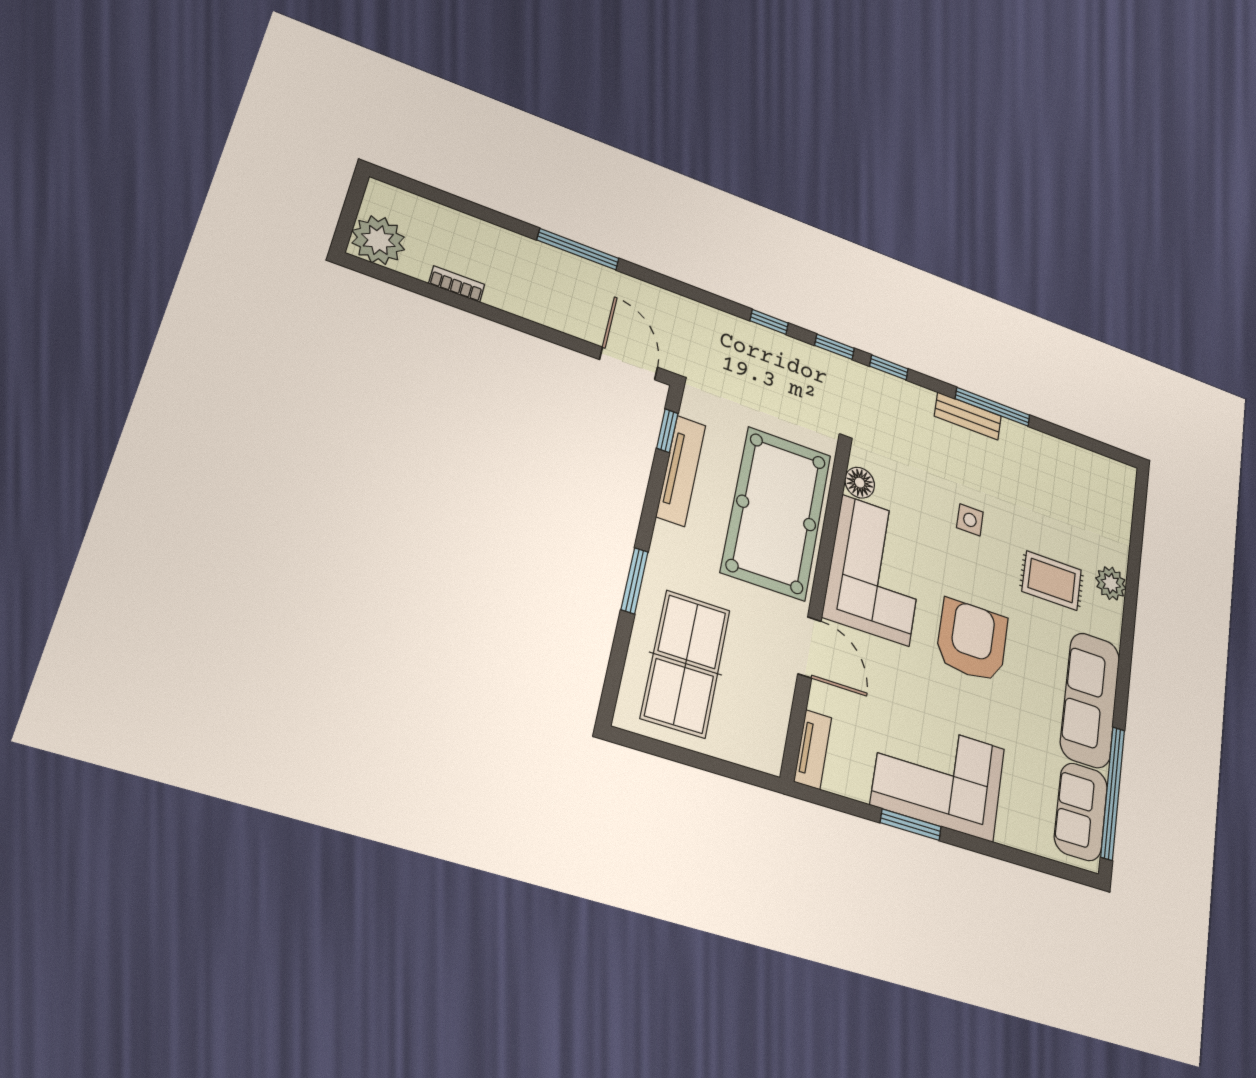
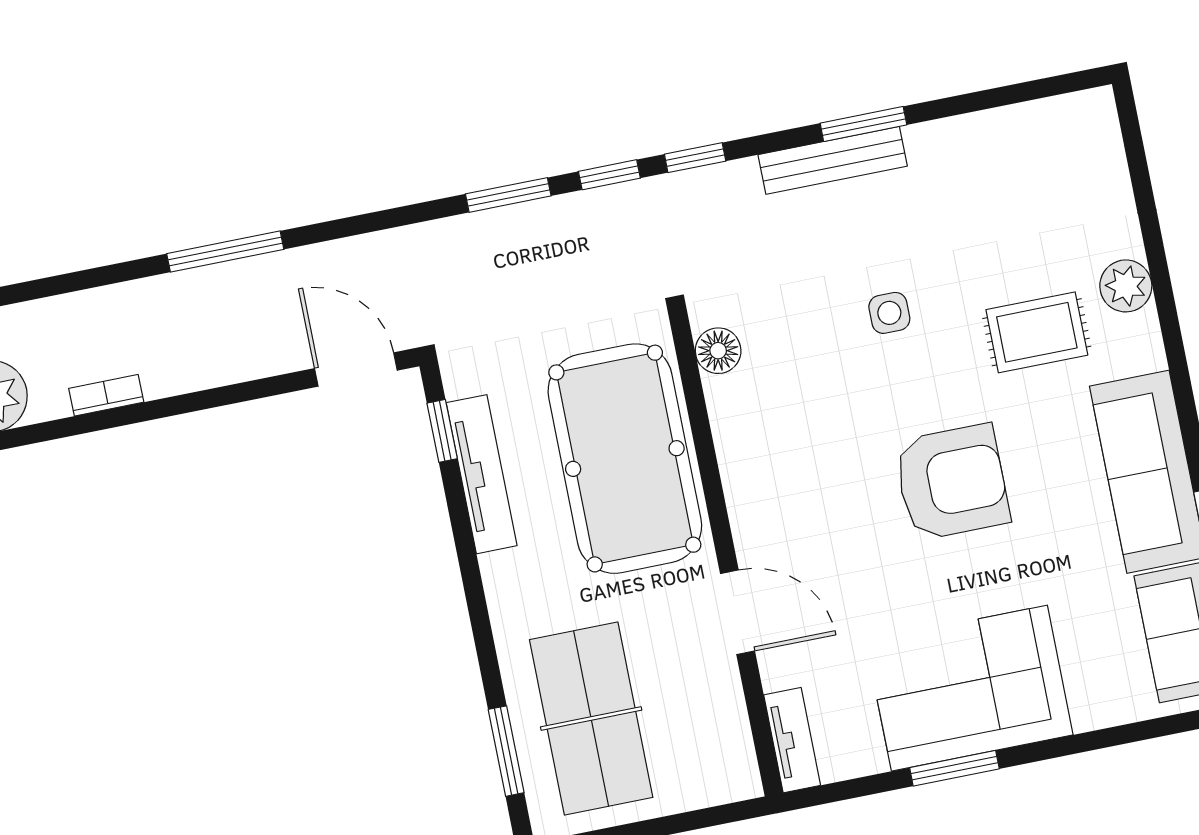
window: (769, 322) -> (508, 195), width x1.50
window: (993, 407) -> (863, 124), width x0.69
bench: (968, 416) -> (833, 160), width x1.36
corner sofa: (875, 570) -> (785, 460), removed
window: (635, 581) -> (506, 751), moved
armchair: (972, 641) -> (952, 482), turned 90

